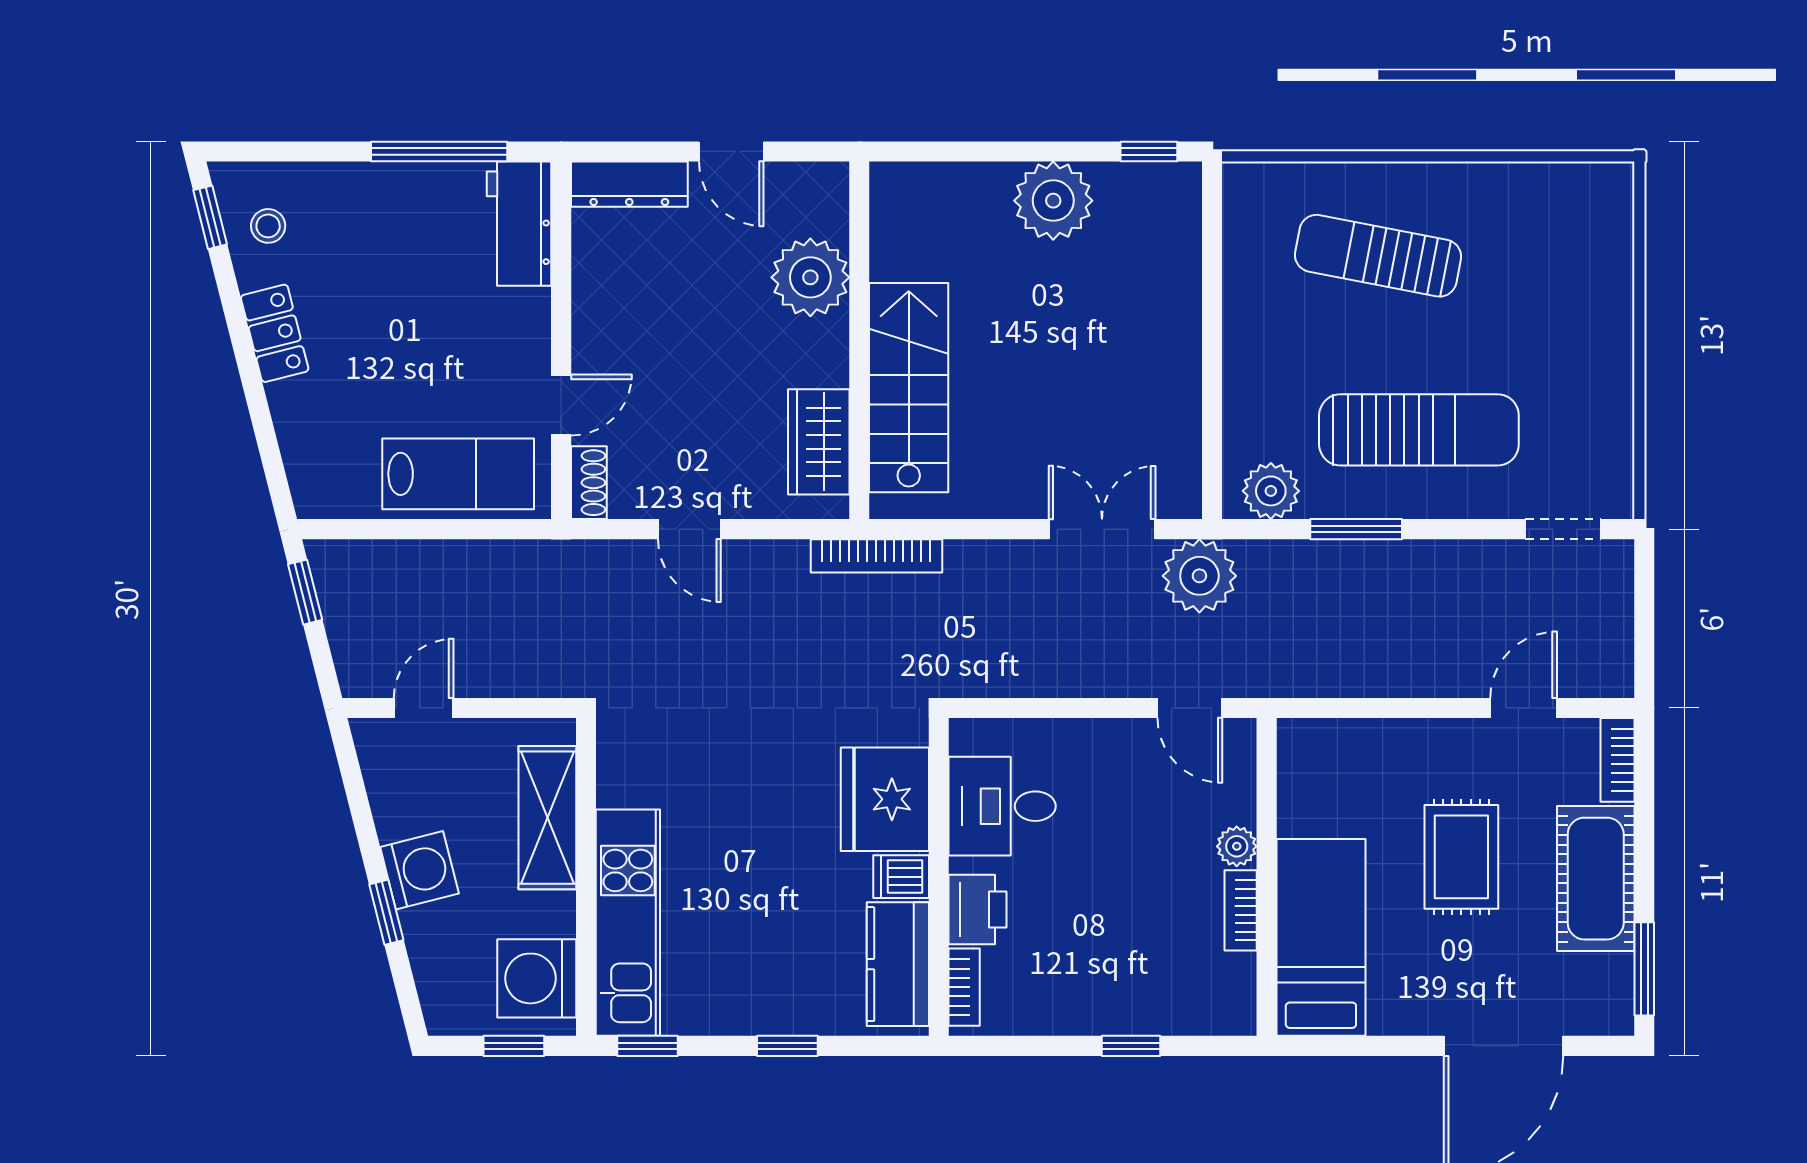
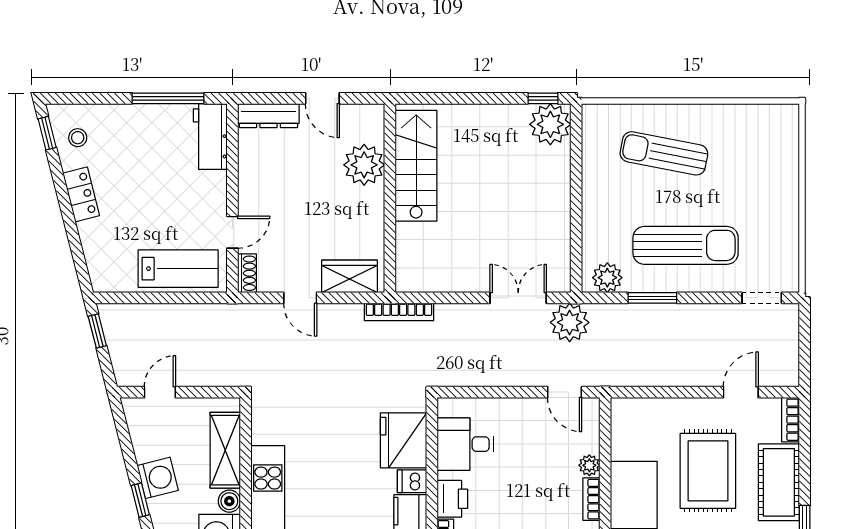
plant: (1053, 201) -> (550, 124), moved
stairs: (909, 388) -> (416, 166), moved
wardrobe: (819, 442) -> (350, 276), moved, turned 90
rug: (1461, 857) -> (708, 471), width x1.36, depth x1.43
boiler: (555, 914) -> (229, 501), added

